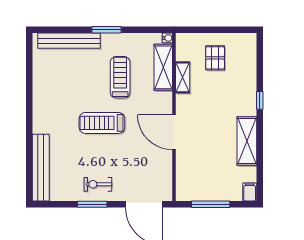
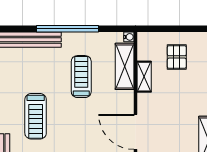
window: (106, 30) -> (68, 29), width x2.11
treadmill: (102, 123) -> (36, 116), moved, turned -90

